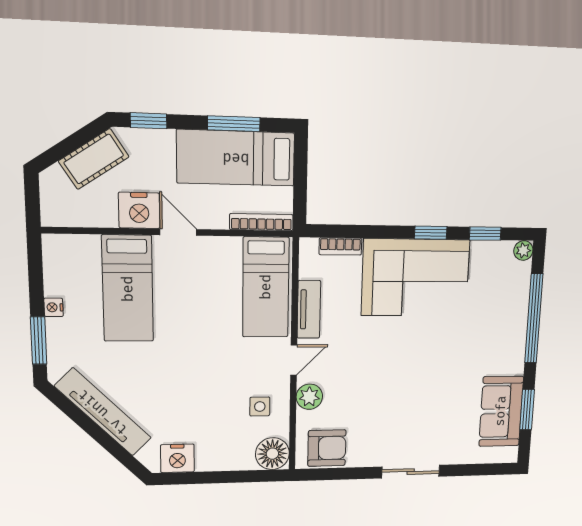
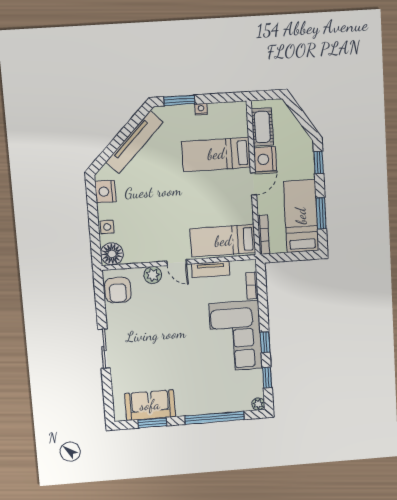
cot: (94, 159) -> (262, 127), moved, turned 33
side table: (260, 406) -> (107, 227), moved

